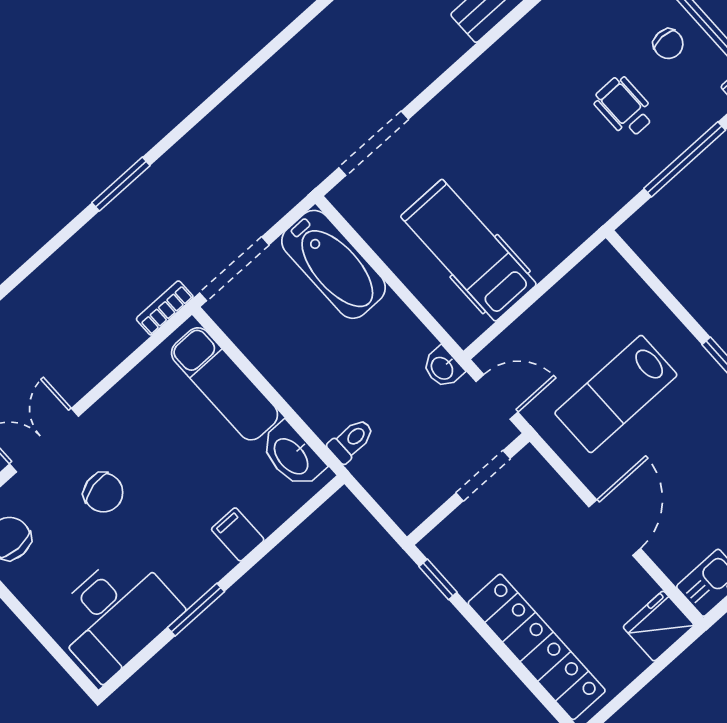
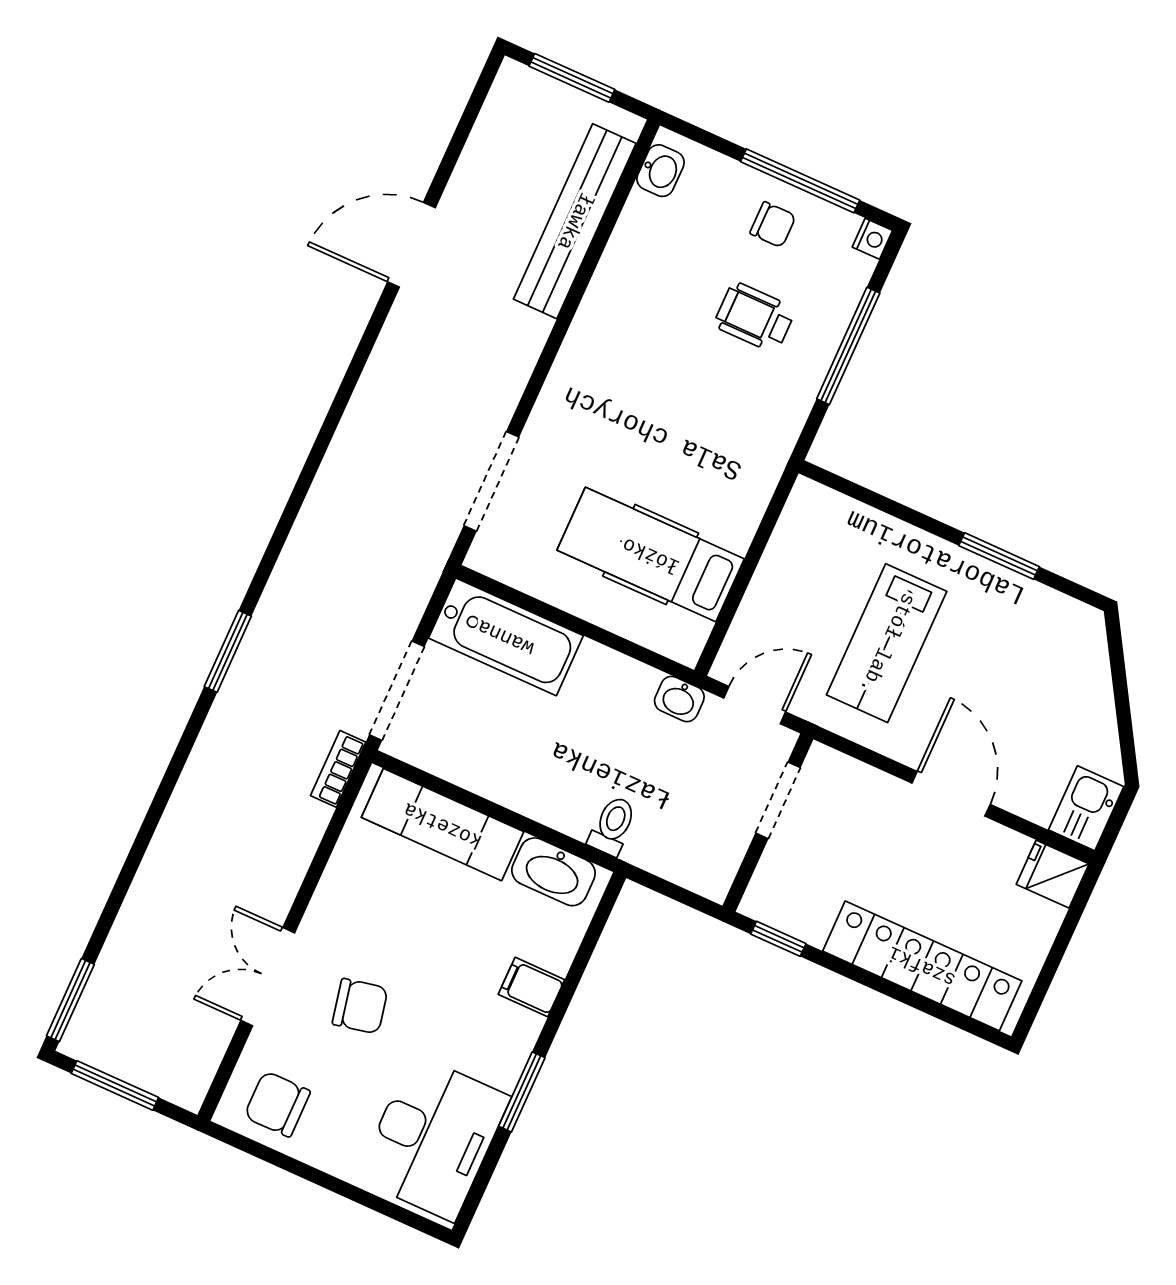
fridge: (659, 626) -> (1053, 874), width x0.72

